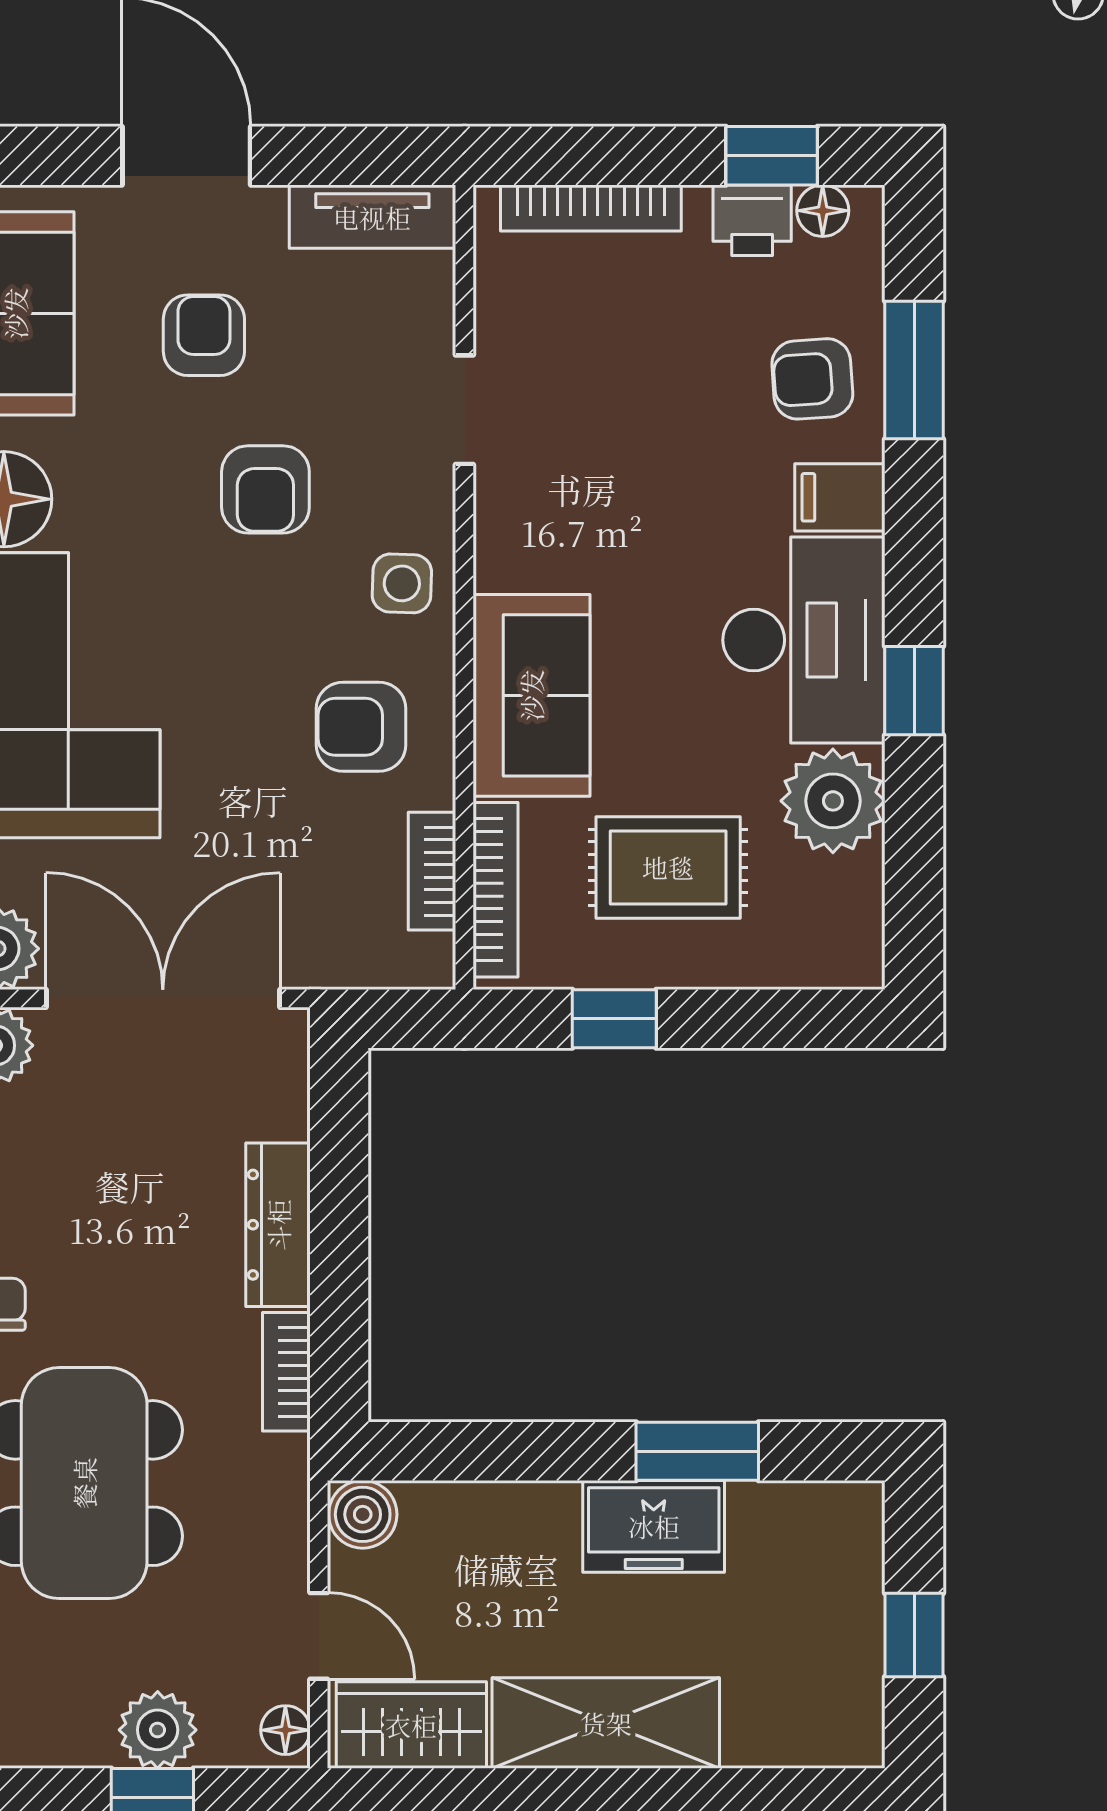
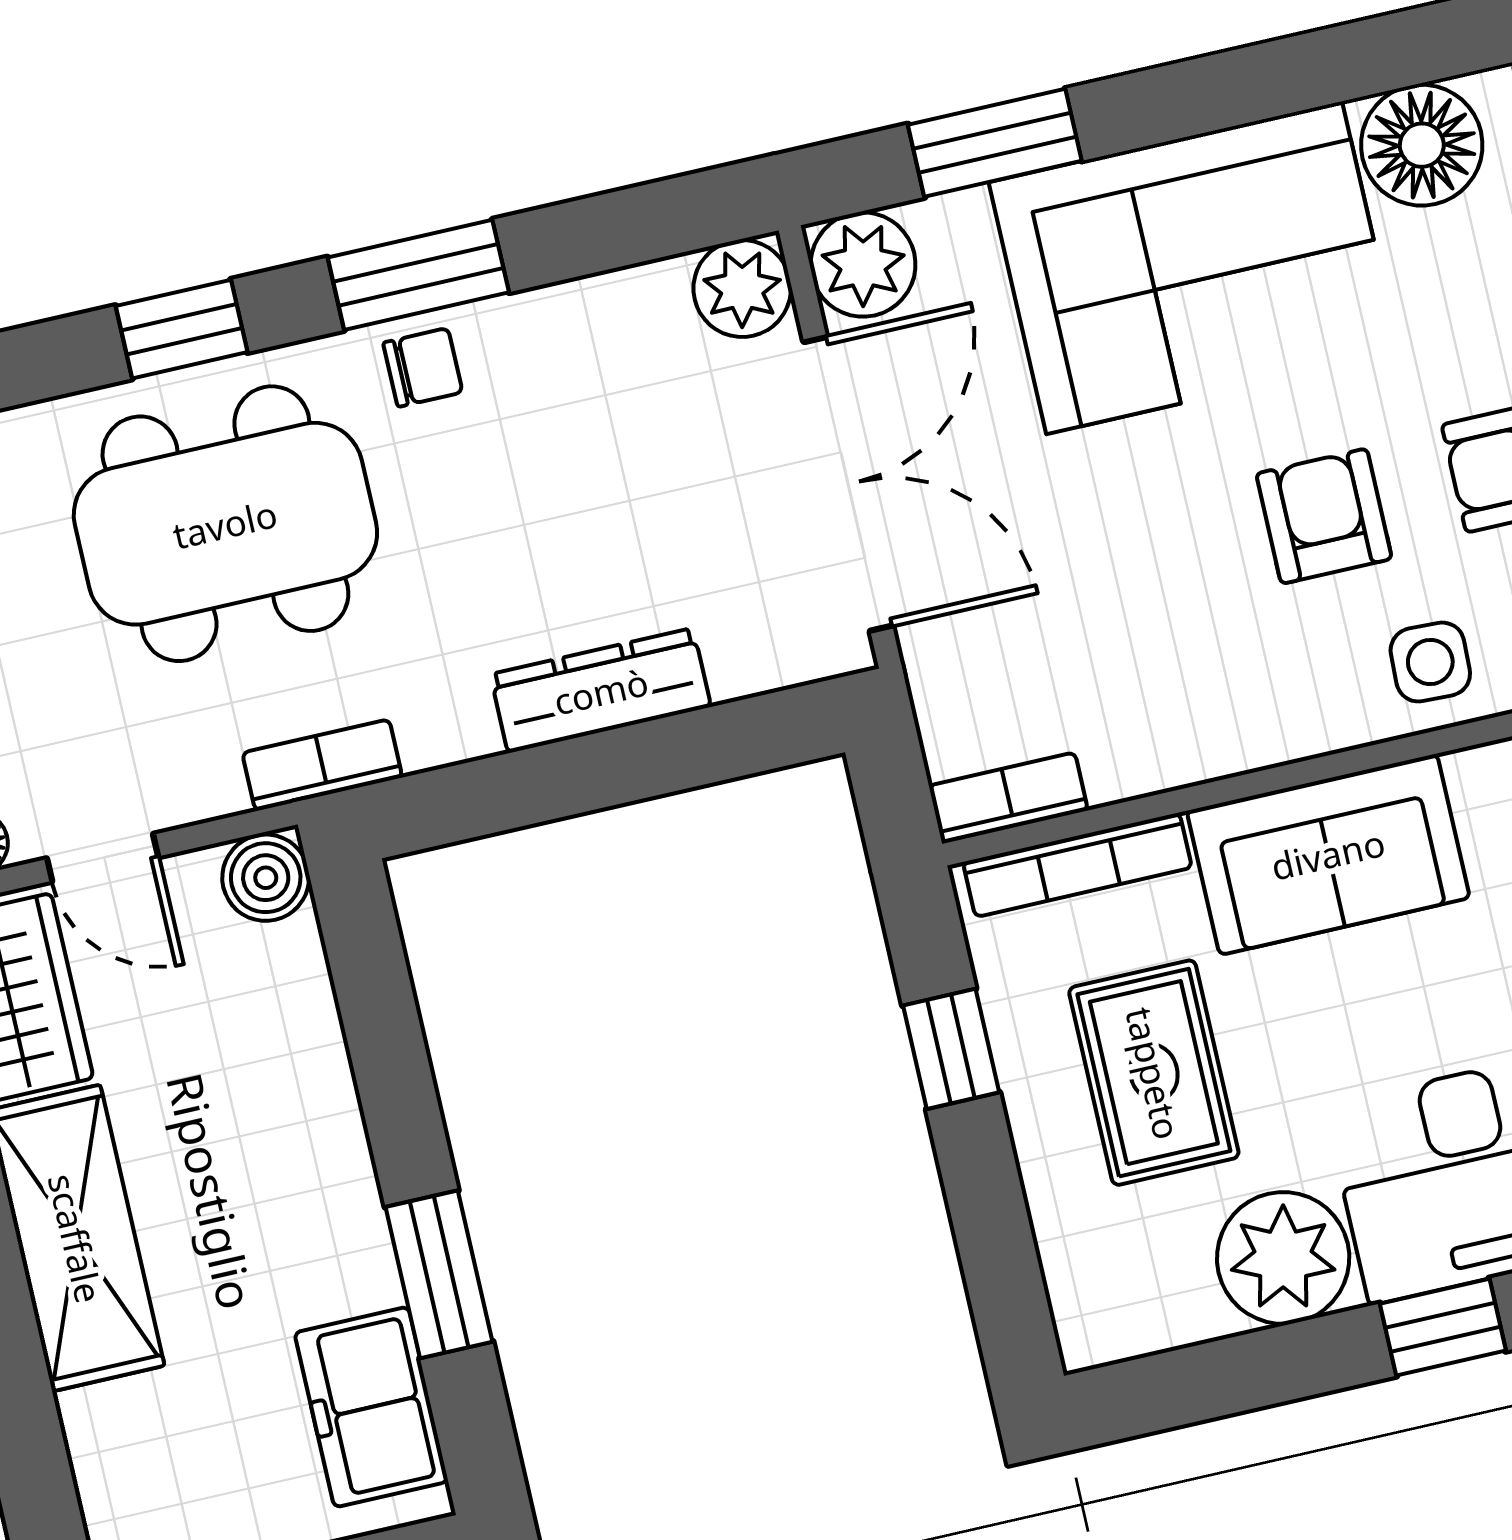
armchair: (361, 727) -> (1324, 516), moved
bookcase: (432, 871) -> (1008, 798), moved
bookcase: (286, 1372) -> (322, 765), moved
freezer: (654, 1526) -> (371, 1407), moved
door: (319, 1636) -> (103, 858), hinge flipped

